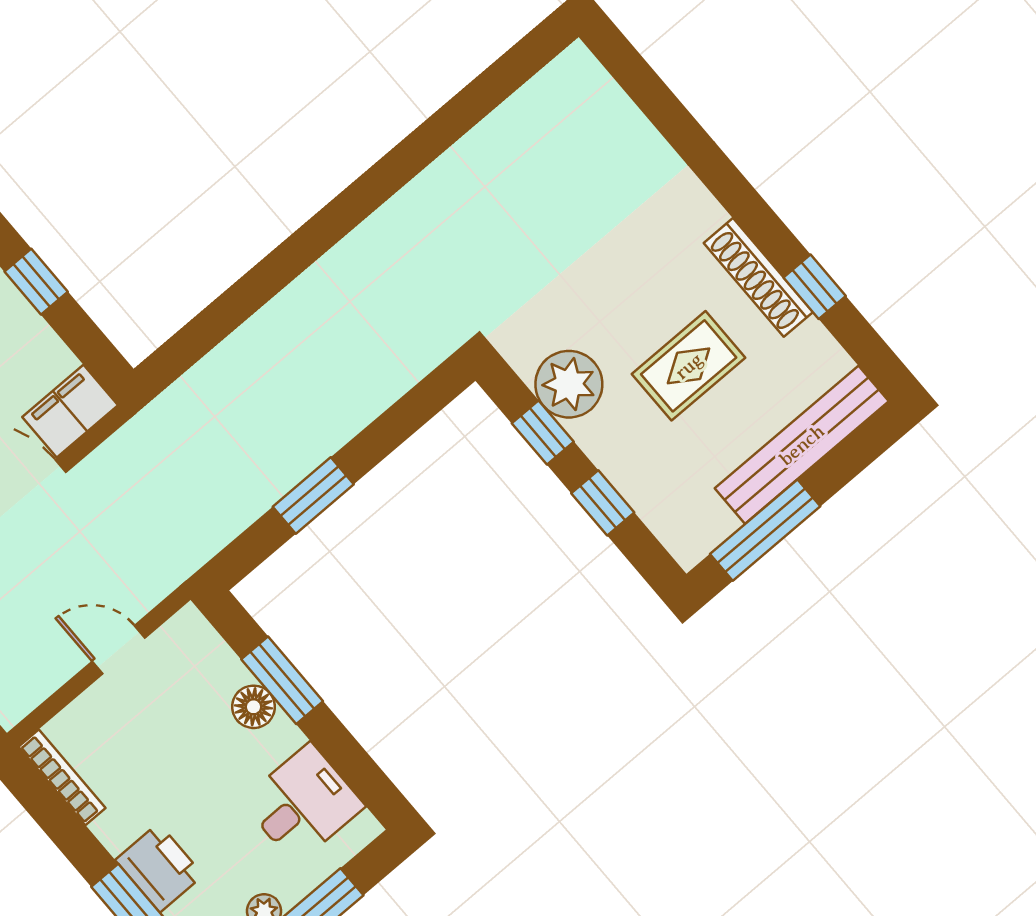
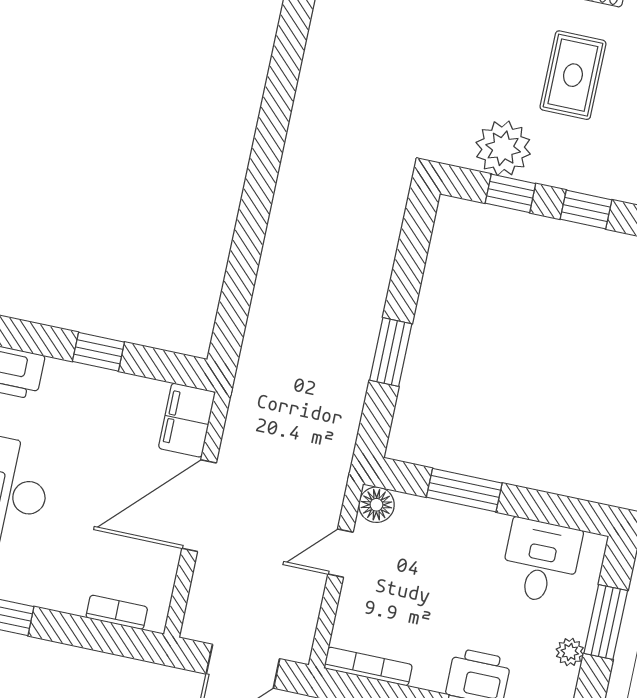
floor lamp: (254, 707) -> (376, 505), moved

